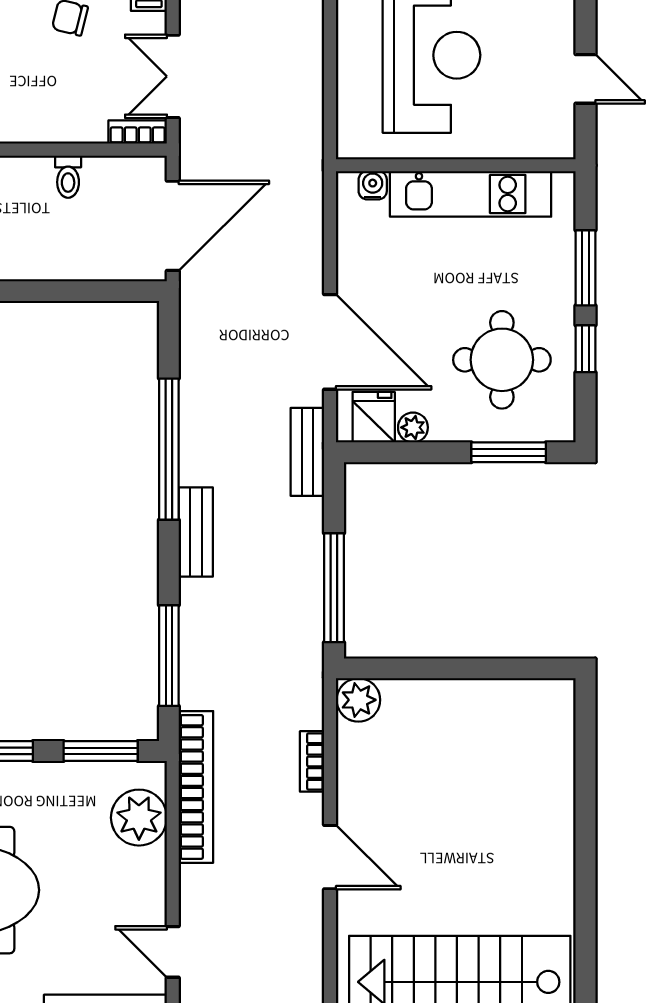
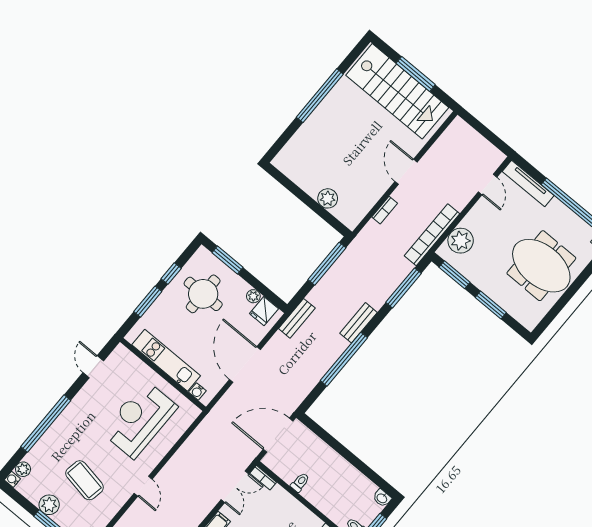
door: (330, 342) -> (245, 365), moved
plant: (358, 700) -> (328, 198), moved
window: (585, 864) -> (320, 96), added

